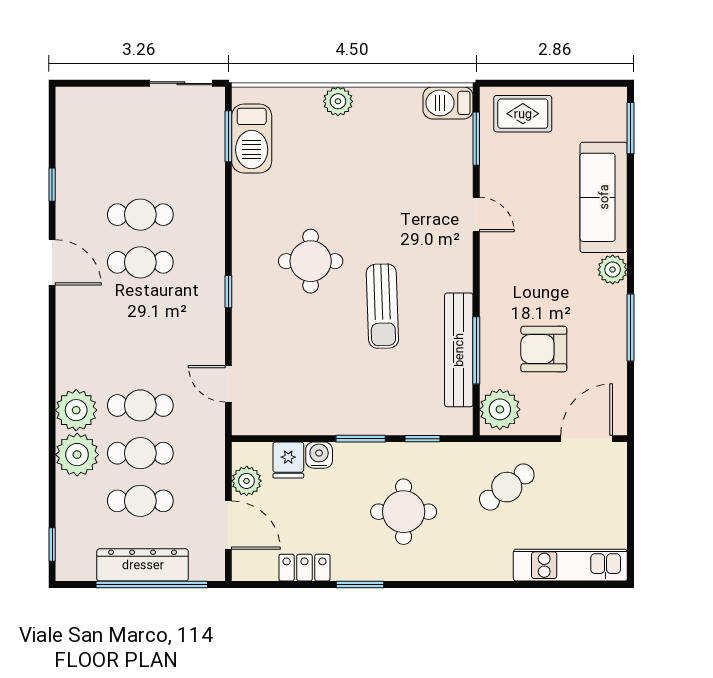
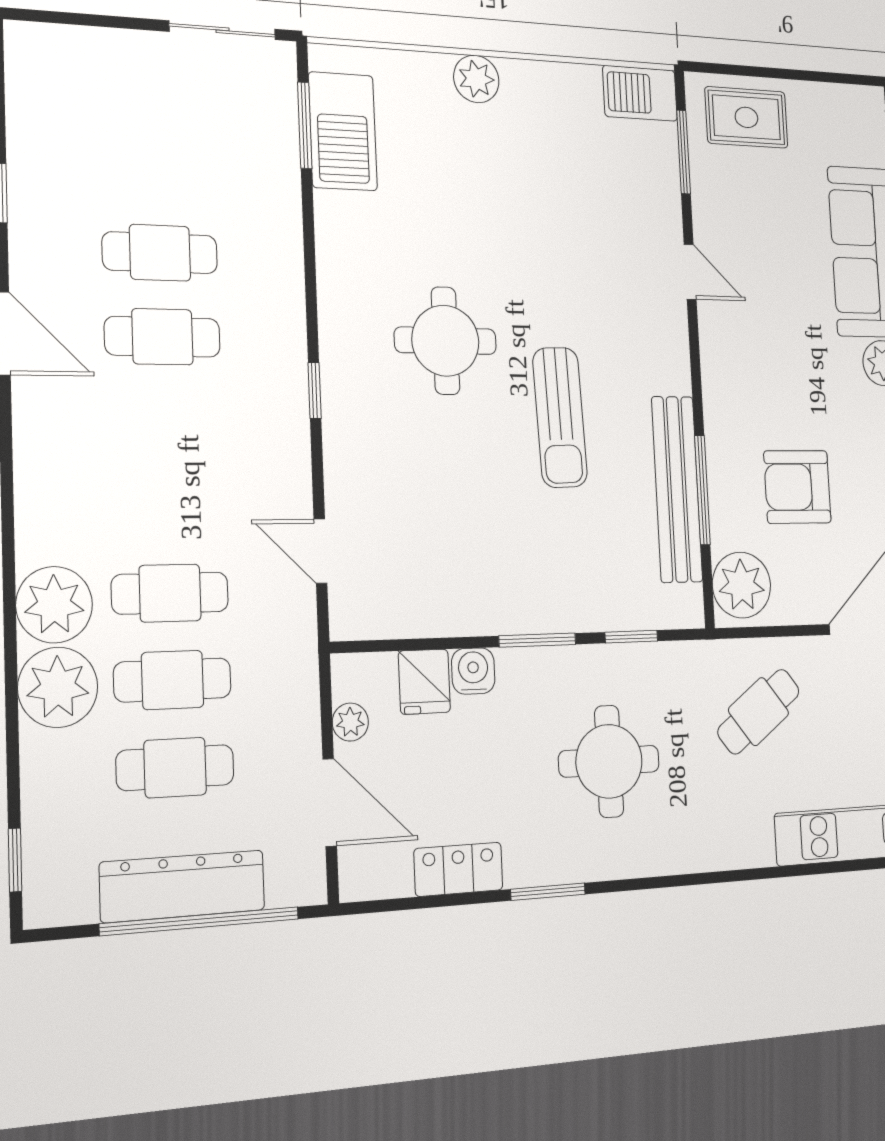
plant: (247, 481) -> (350, 722), width x0.73, depth x0.73

